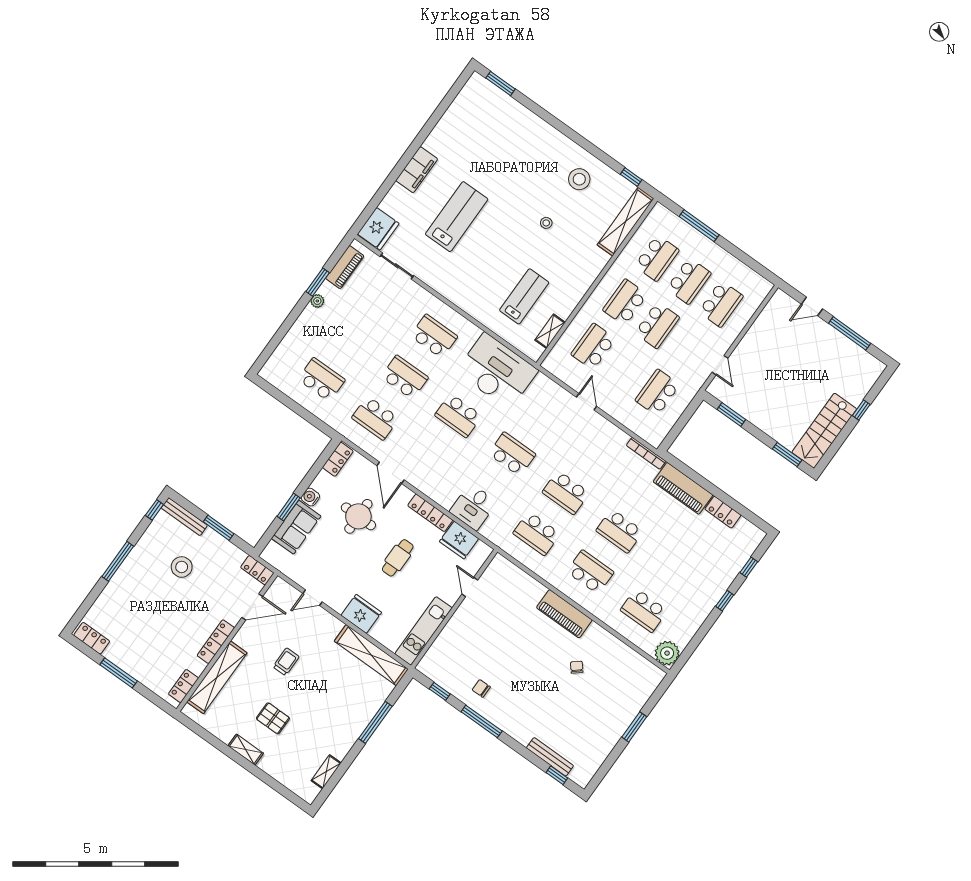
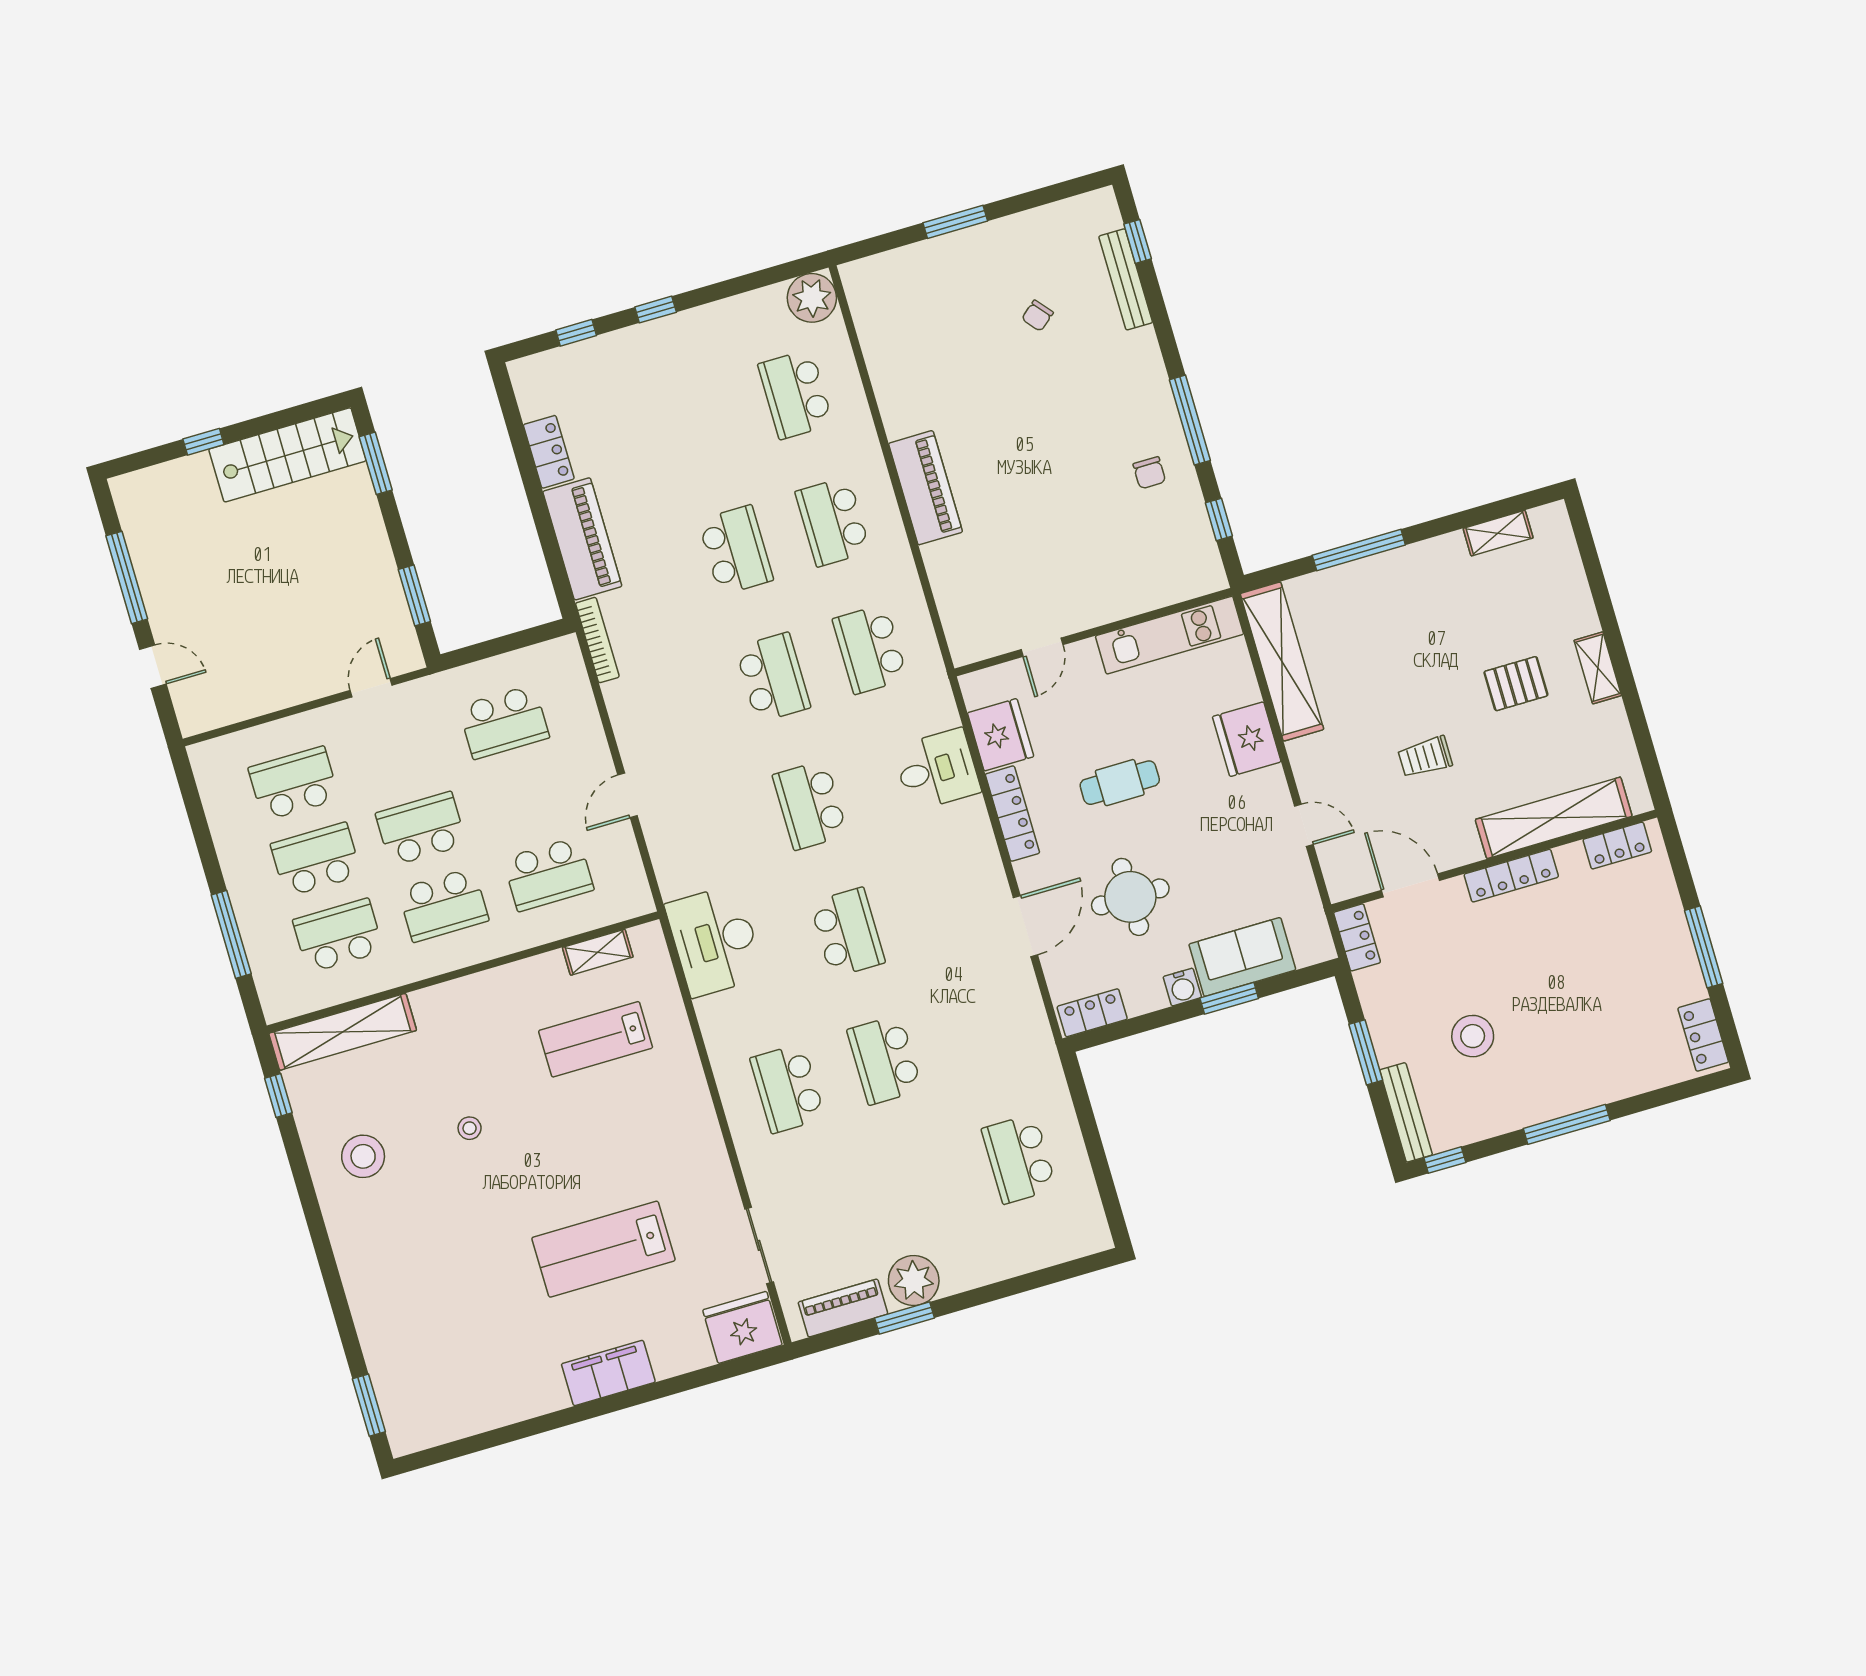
plant: (317, 301) -> (914, 1281), width x1.88, depth x1.88
desk: (497, 371) -> (715, 941), width x0.73, depth x0.77
school desk: (375, 418) -> (982, 1031), removed
school desk: (536, 533) -> (870, 649), turned 180
school desk: (644, 610) -> (795, 394), turned 180
chair: (577, 667) -> (1038, 316), moved
pallet: (273, 718) -> (1516, 684), turned 90

